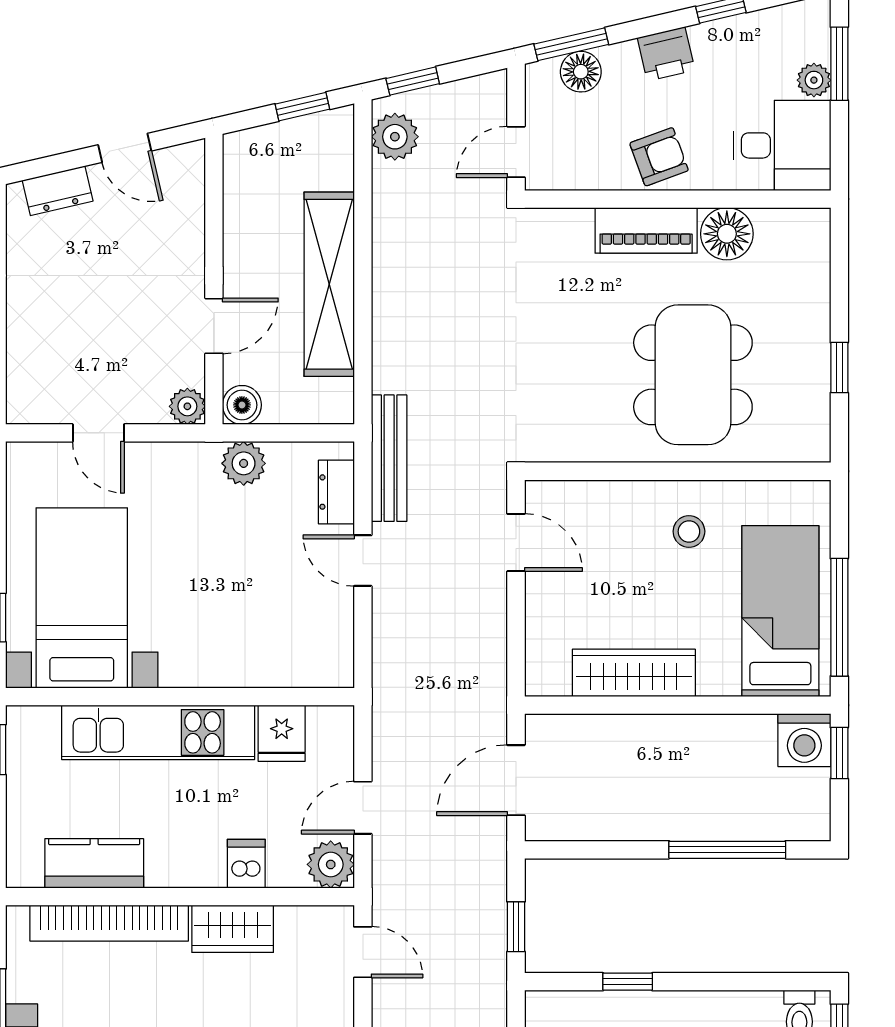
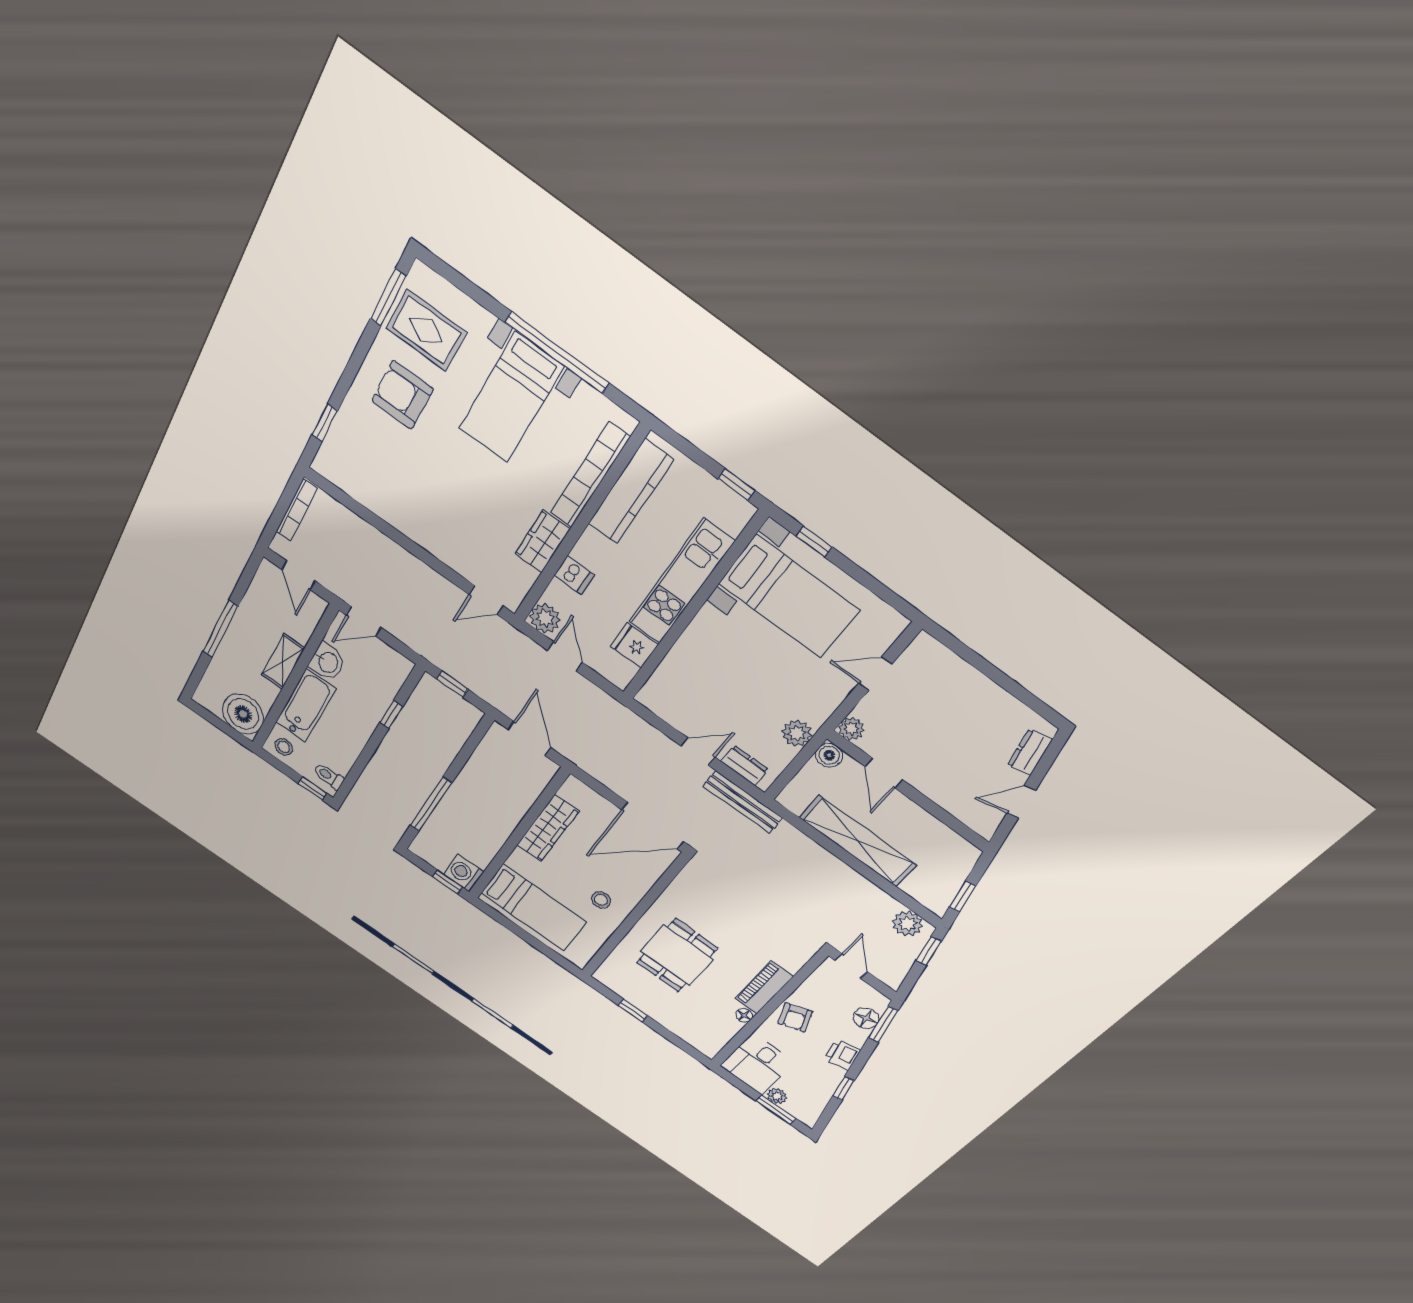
floor lamp: (727, 234) -> (744, 1015), width x0.53, depth x0.53
dining table: (693, 375) -> (677, 955), width x0.73
door: (516, 543) -> (653, 826), width x1.87
window: (839, 617) -> (513, 928), removed
kitchen counter: (94, 863) -> (631, 492), width x1.50

